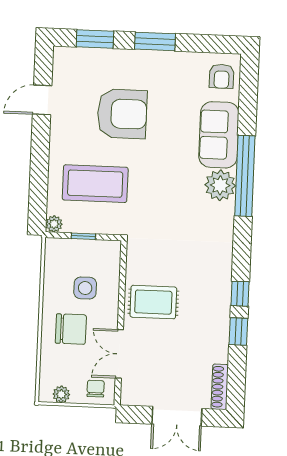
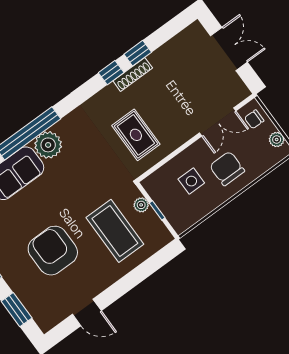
plant: (54, 224) -> (141, 205), moved
rug: (153, 302) -> (136, 135), moved
shoe rack: (220, 387) -> (133, 74), moved

